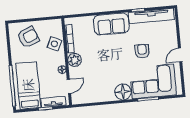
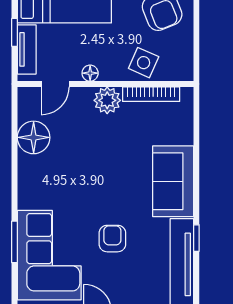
armchair: (142, 51) -> (112, 239), turned -90
door: (69, 86) -> (55, 84), hinge flipped
floor lamp: (123, 92) -> (34, 137), moved

